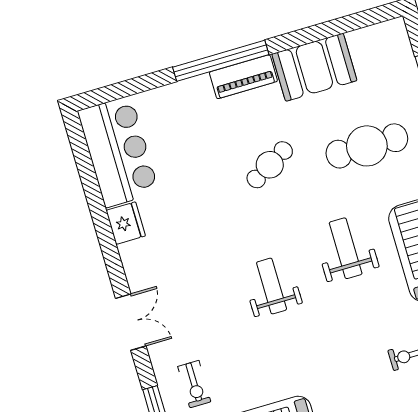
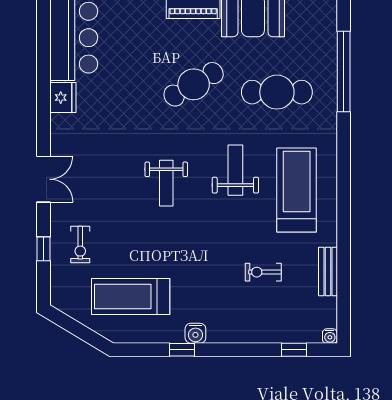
cafe table: (270, 165) -> (194, 84), width x1.37, depth x1.35
weight bench: (272, 286) -> (166, 183), turned 180

